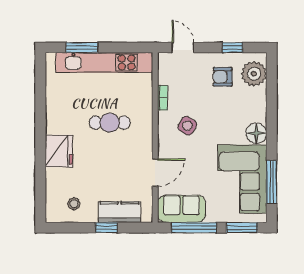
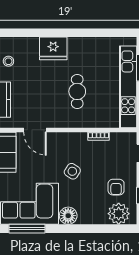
armchair: (223, 77) -> (116, 187), turned 180
side table: (187, 126) -> (72, 171), moved

